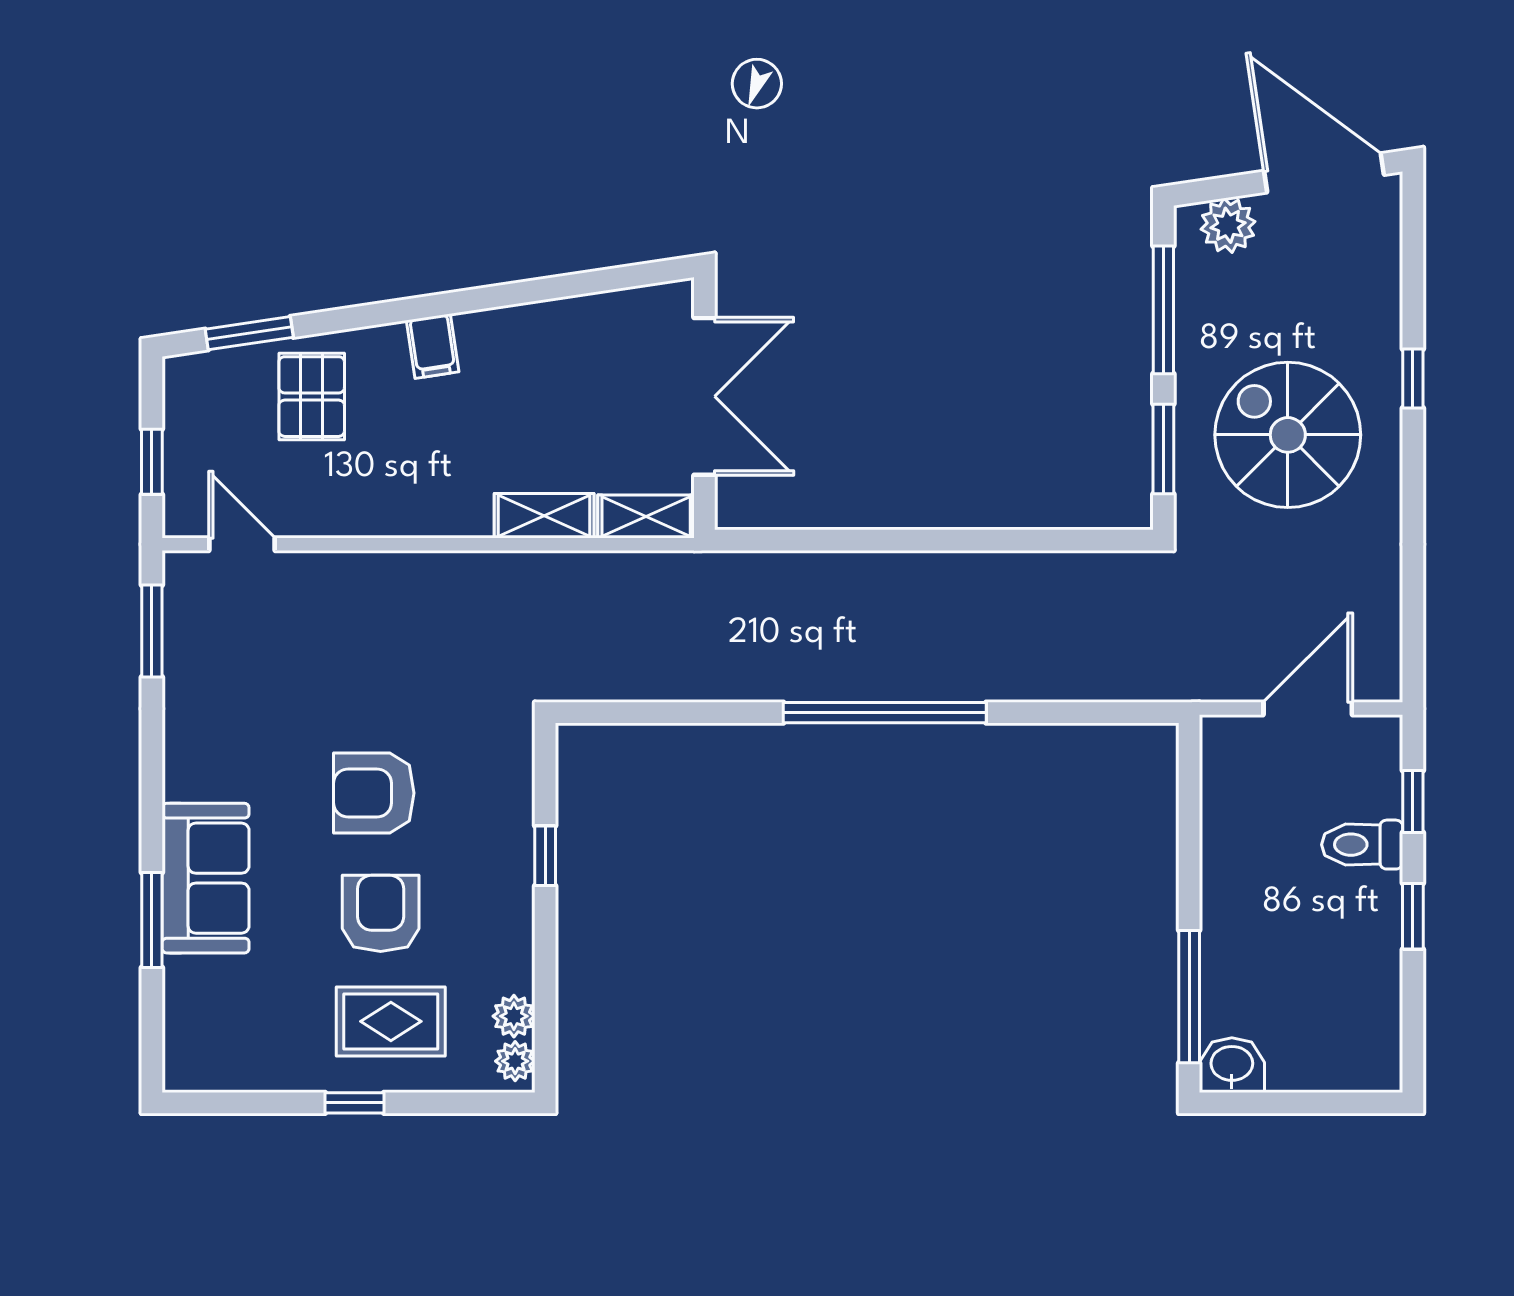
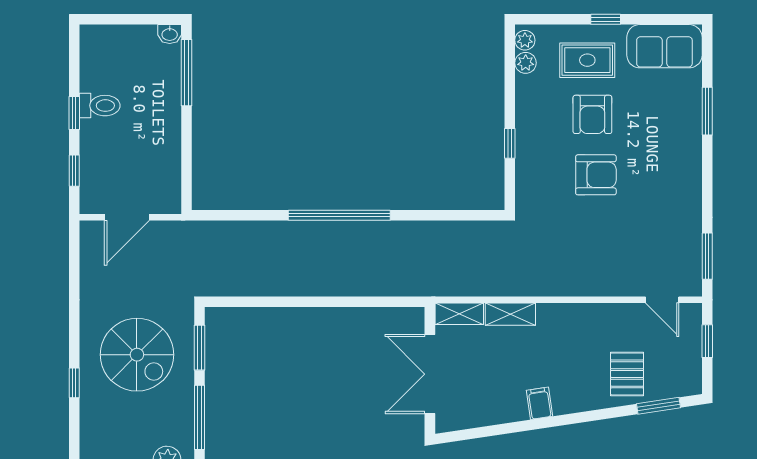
filing cabinet: (433, 346) -> (540, 403), moved
toilet: (1362, 845) -> (100, 106), moved
sofa: (206, 878) -> (664, 46), moved, turned -90
washbasin: (1232, 1065) -> (170, 34), width x0.72, depth x0.69

